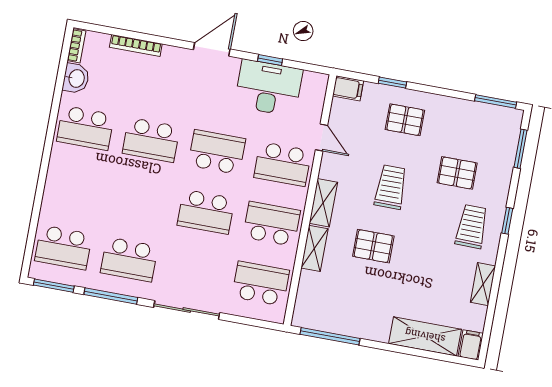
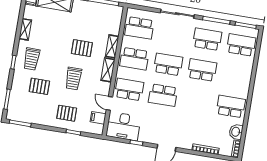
desk: (268, 88) -> (123, 126), moved
filing cabinet: (348, 88) -> (98, 118), moved
school desk: (151, 140) -> (202, 70), moved

